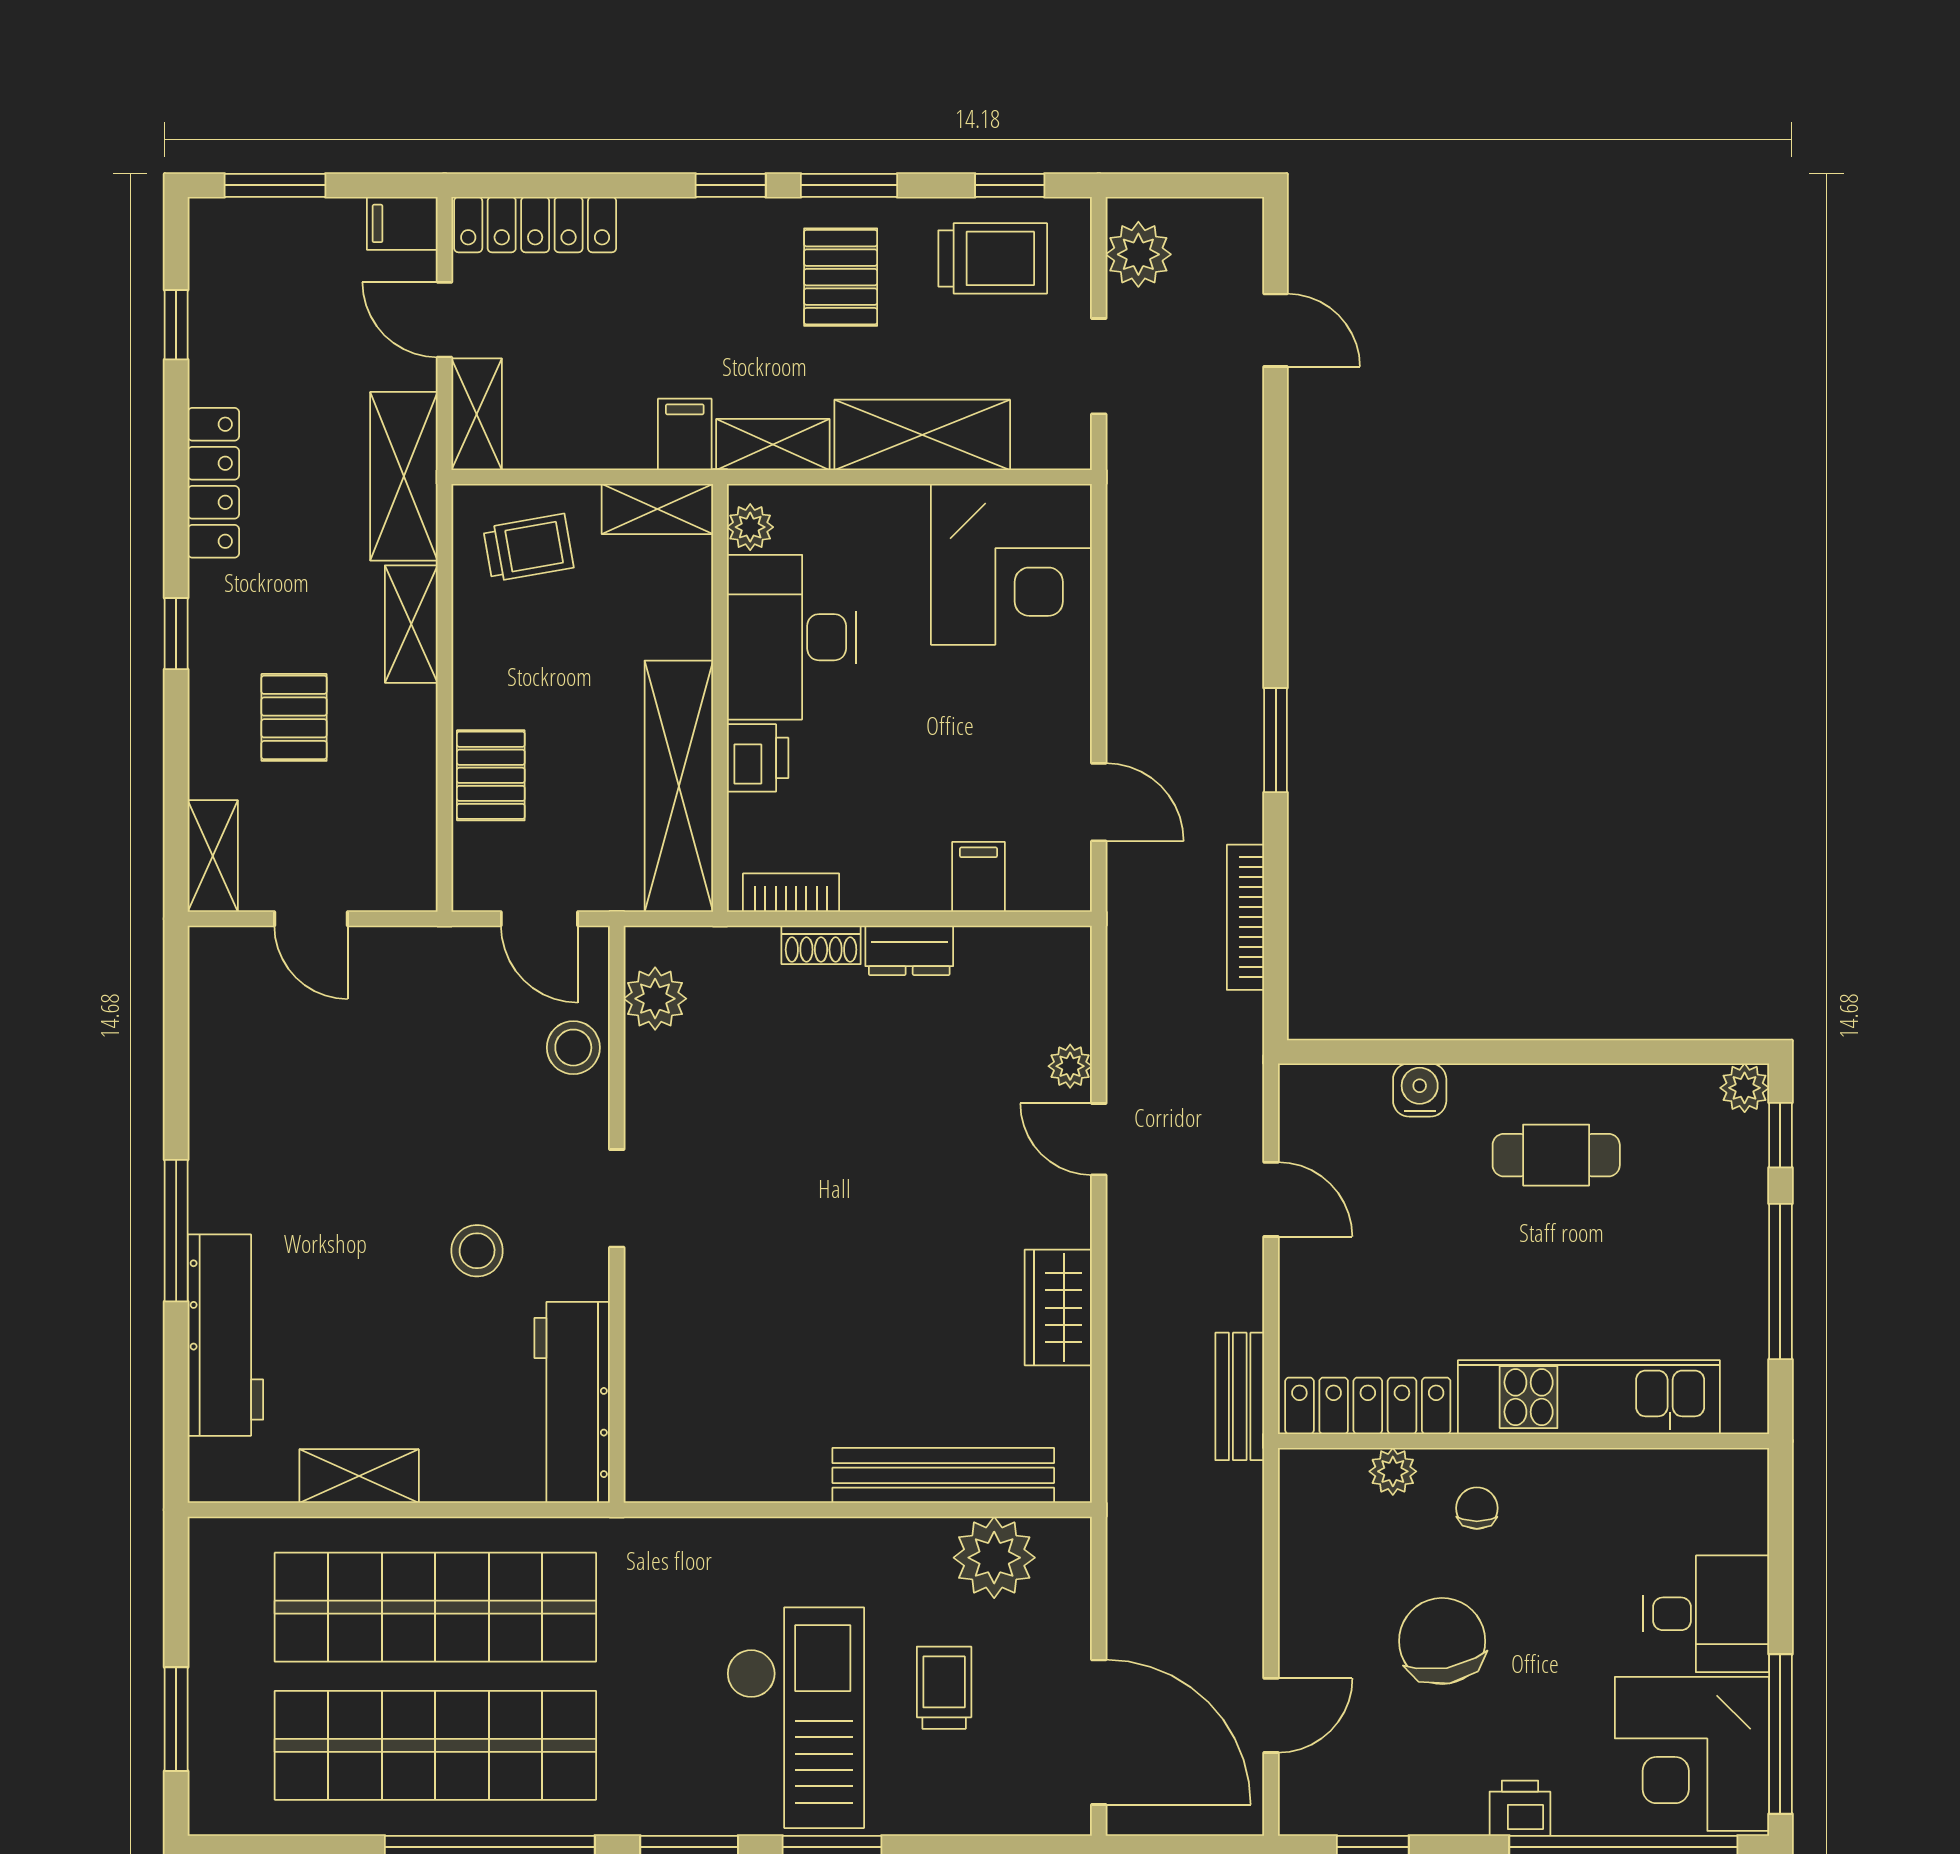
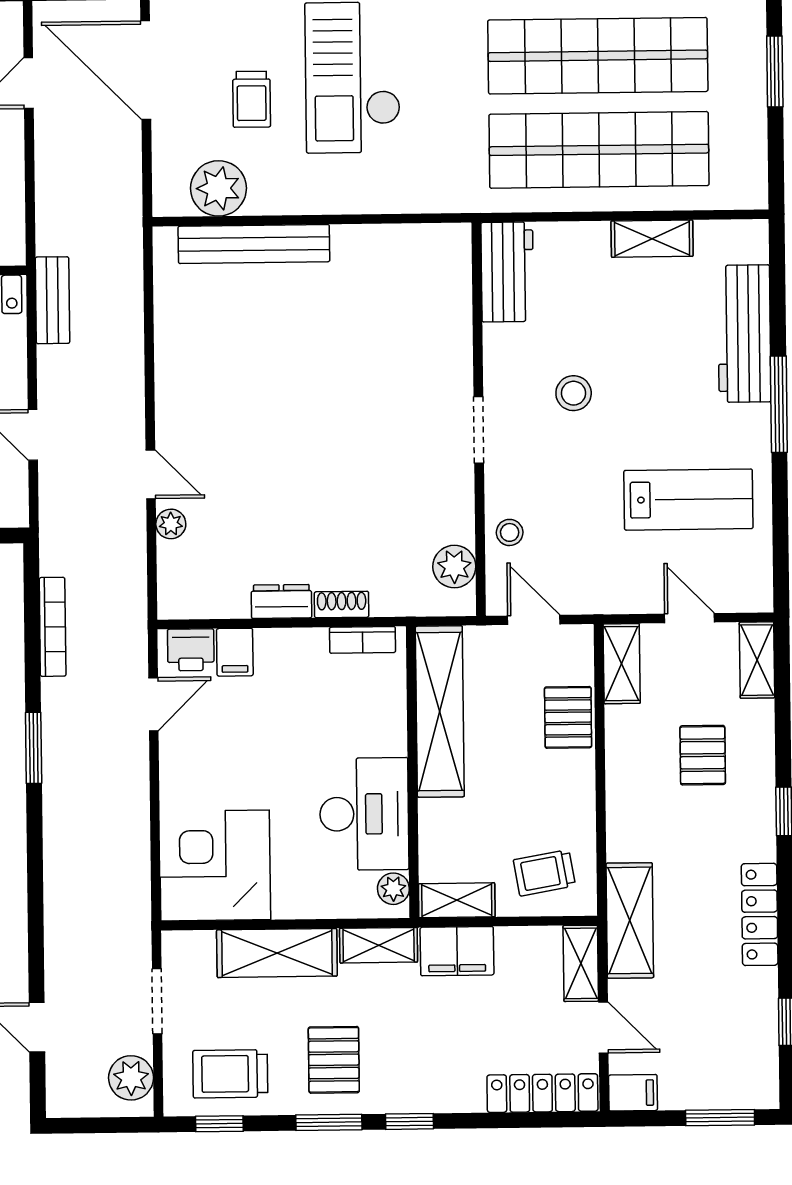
filing cabinet: (685, 434) -> (457, 951), width x2.00
shelving: (411, 624) -> (622, 664), moved
printer: (758, 758) -> (191, 650), moved, turned -90
door: (1099, 802) -> (153, 704), swing flipped
stool: (573, 1048) -> (510, 532), width x0.73, depth x0.73
lab bench: (310, 1093) -> (688, 500), added
wardrobe: (1058, 1308) -> (177, 359), removed
workbench: (572, 1402) -> (507, 272), width x0.73

